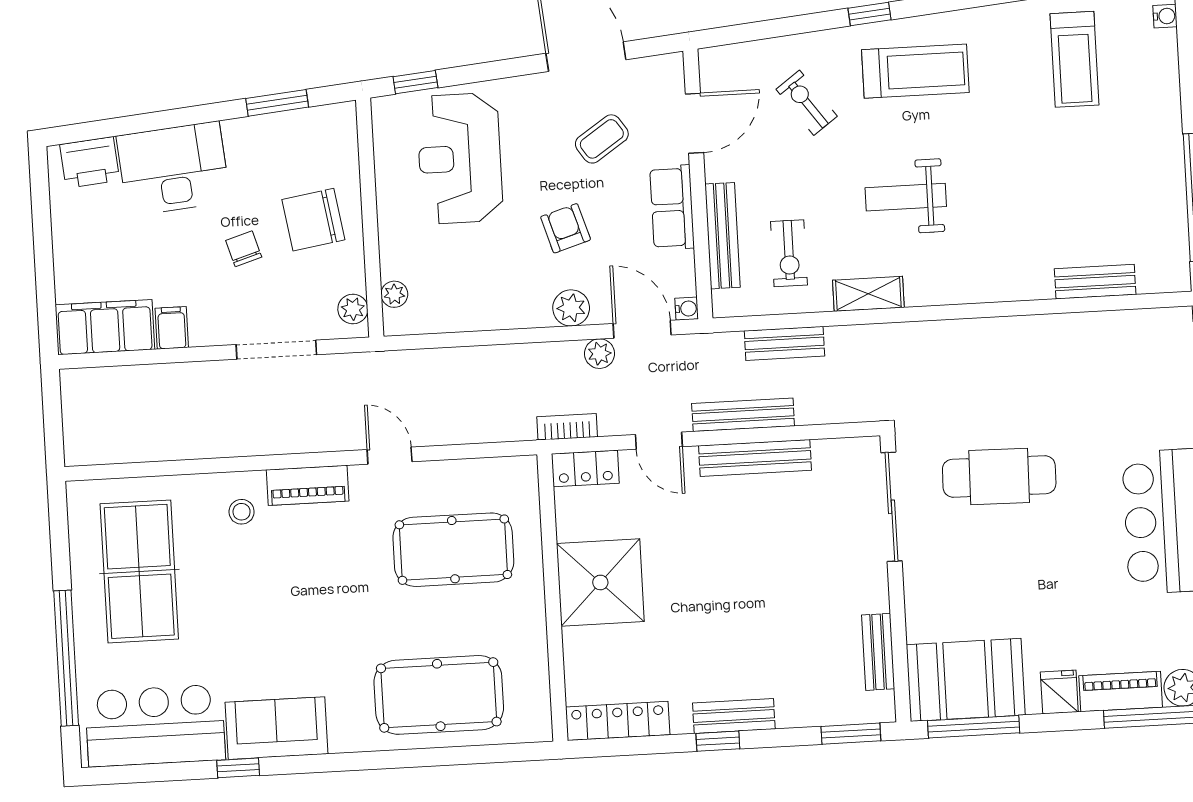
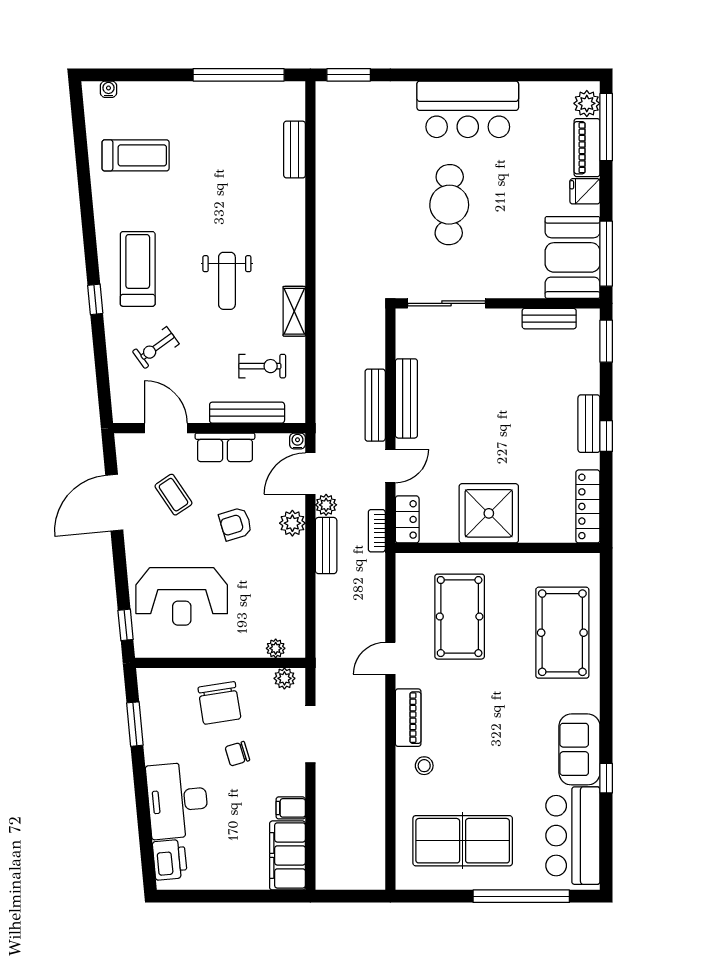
bench: (784, 343) -> (326, 546), moved
cafe table: (999, 476) -> (449, 205), moved

